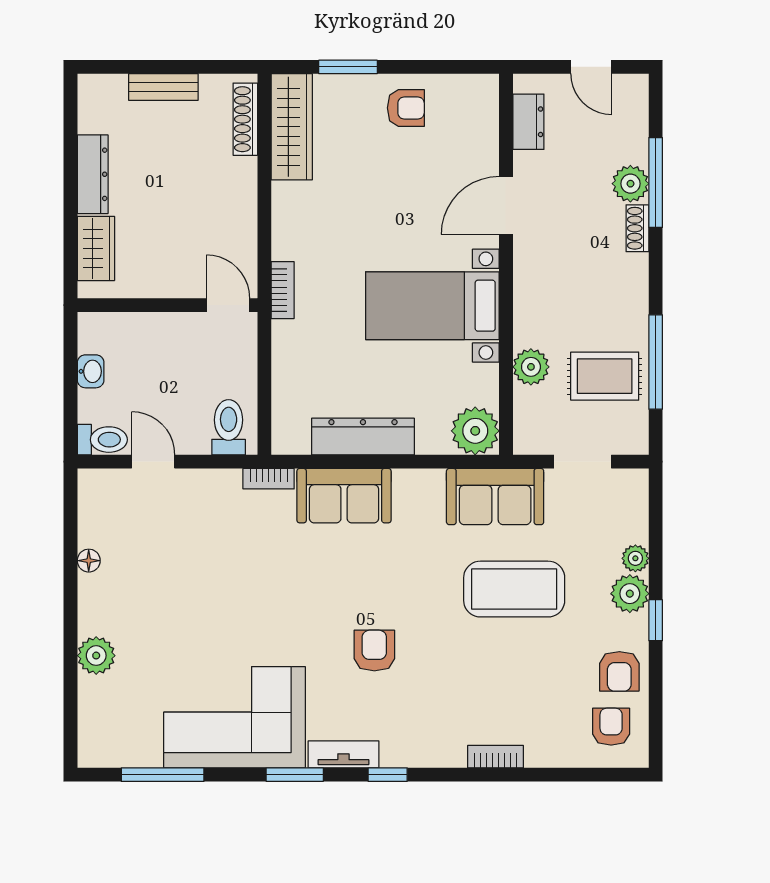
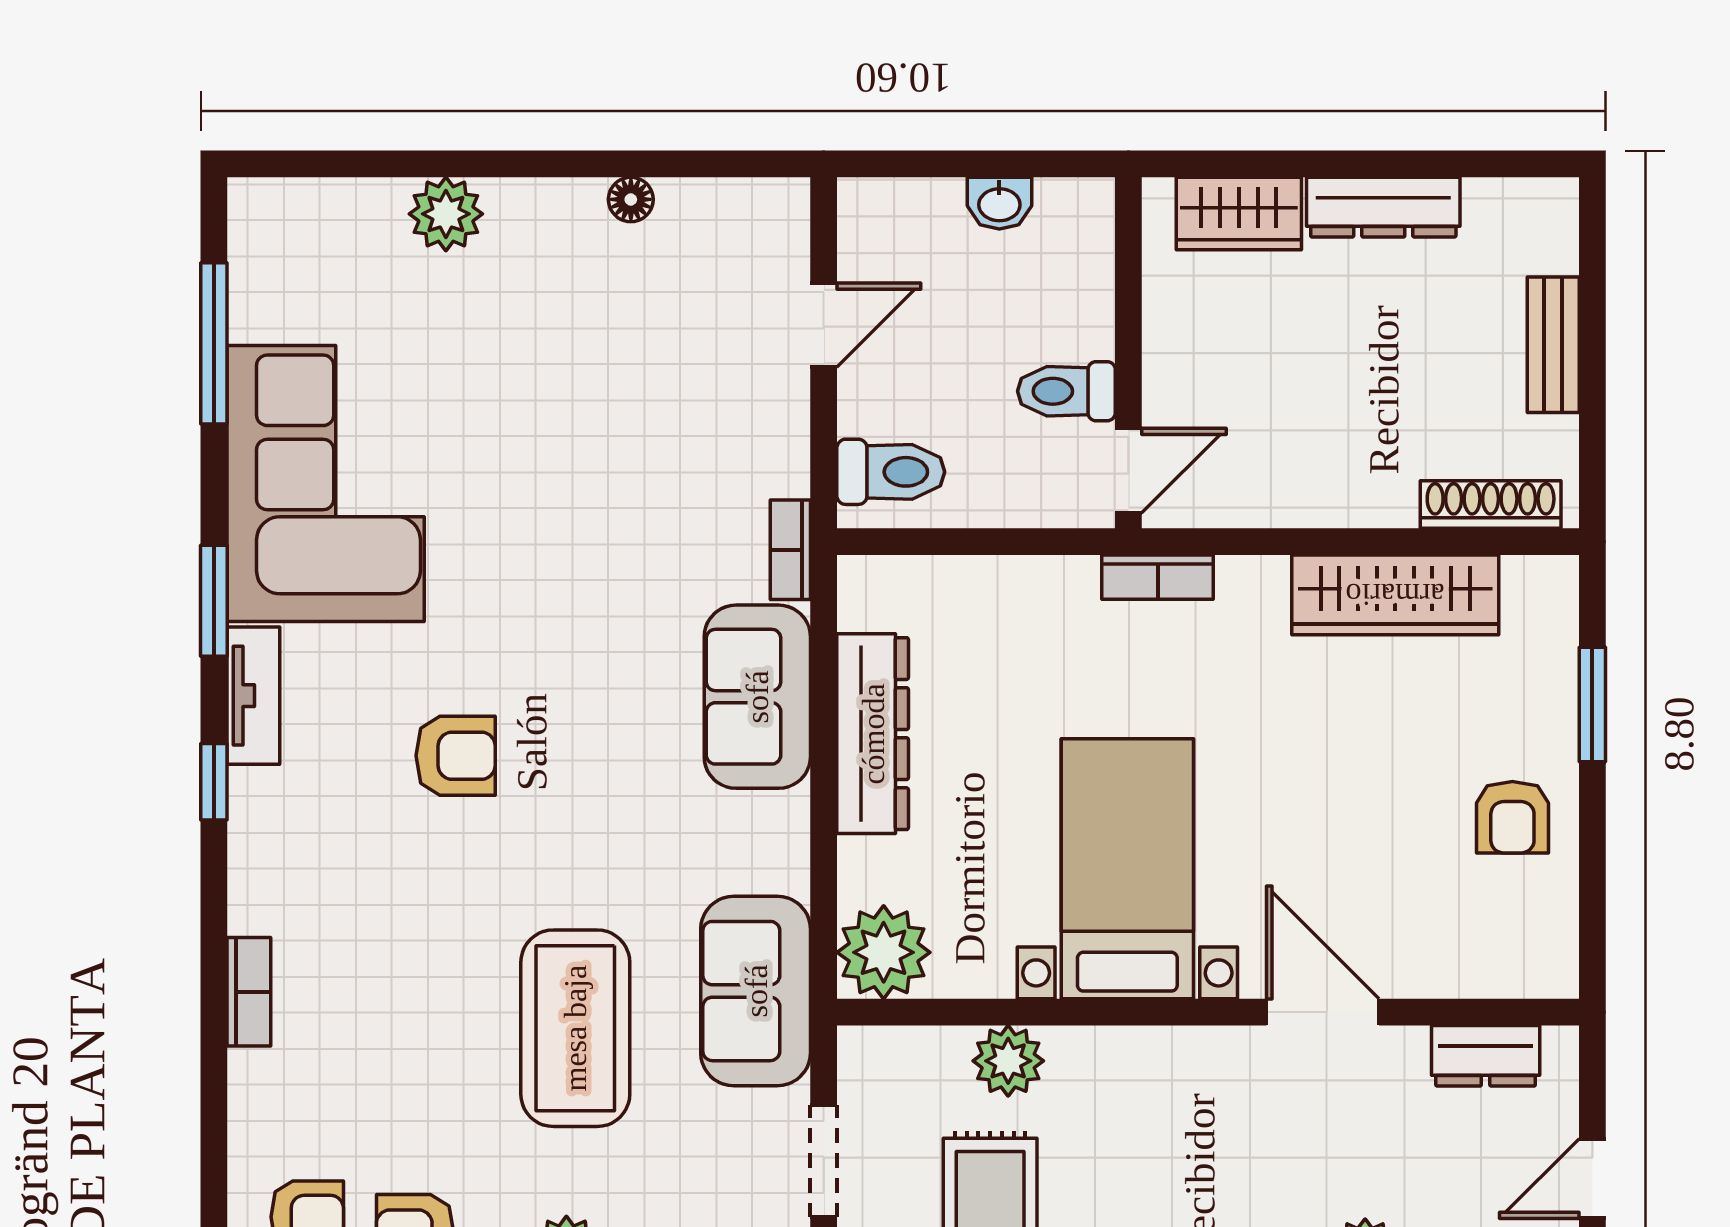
wardrobe: (292, 127) -> (1395, 595), moved
toilet: (102, 440) -> (1066, 391), moved, turned 90

